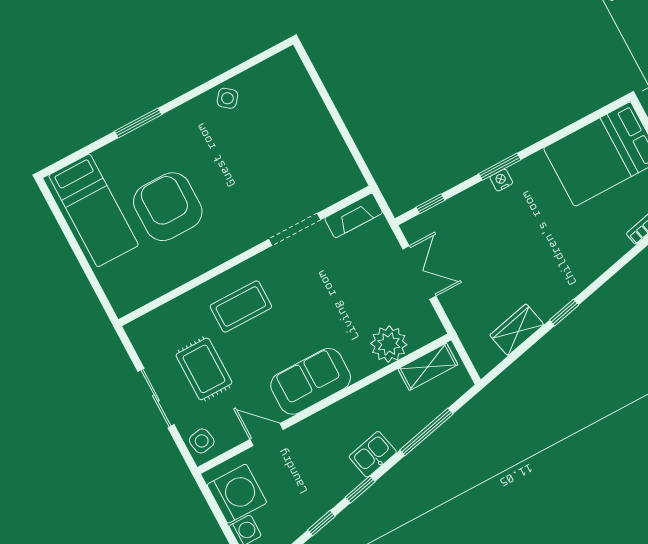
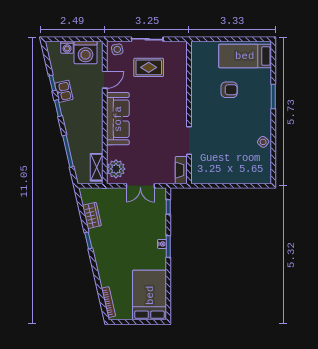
armchair: (168, 207) -> (229, 90), width x0.53, depth x0.53
coffee table: (241, 306) -> (168, 99), removed
plant: (389, 344) -> (116, 169), moved
sofa: (311, 381) -> (118, 119), width x1.36
kitchen sink: (373, 454) -> (64, 91), moved

